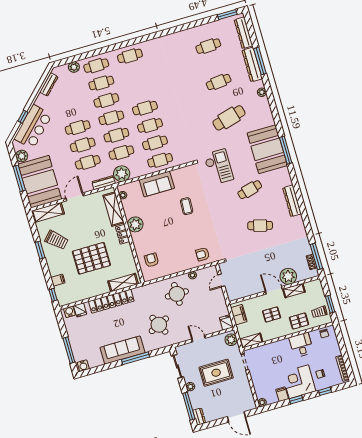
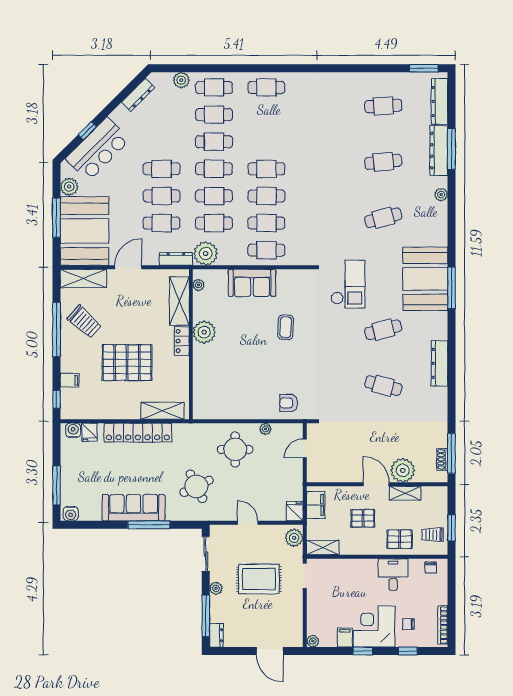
cafe table: (229, 118) -> (383, 218), width x0.73, depth x0.74
window: (40, 250) -> (57, 329), width x2.11
armchair: (152, 260) -> (213, 390), removed

